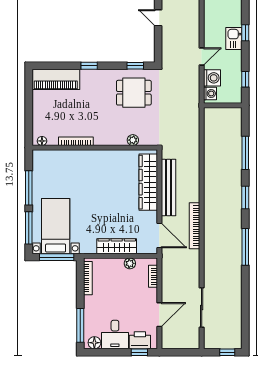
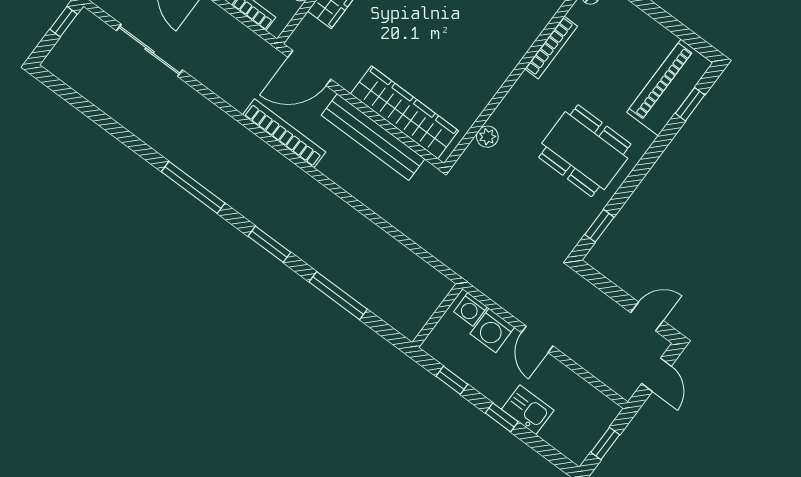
window: (245, 33) -> (502, 417), moved
window: (89, 66) -> (690, 104), moved
dining table: (134, 93) -> (585, 151), moved, width x1.37
window: (227, 352) -> (64, 22), moved

